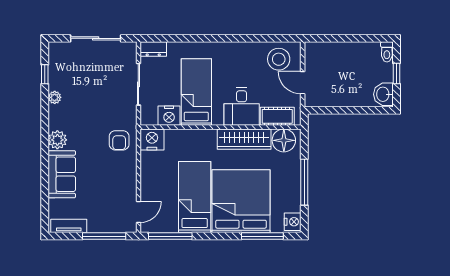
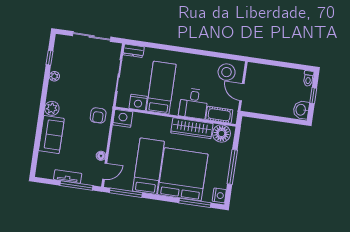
floor lamp: (131, 192) -> (101, 156), added
tv unit: (69, 226) -> (68, 176), moved

